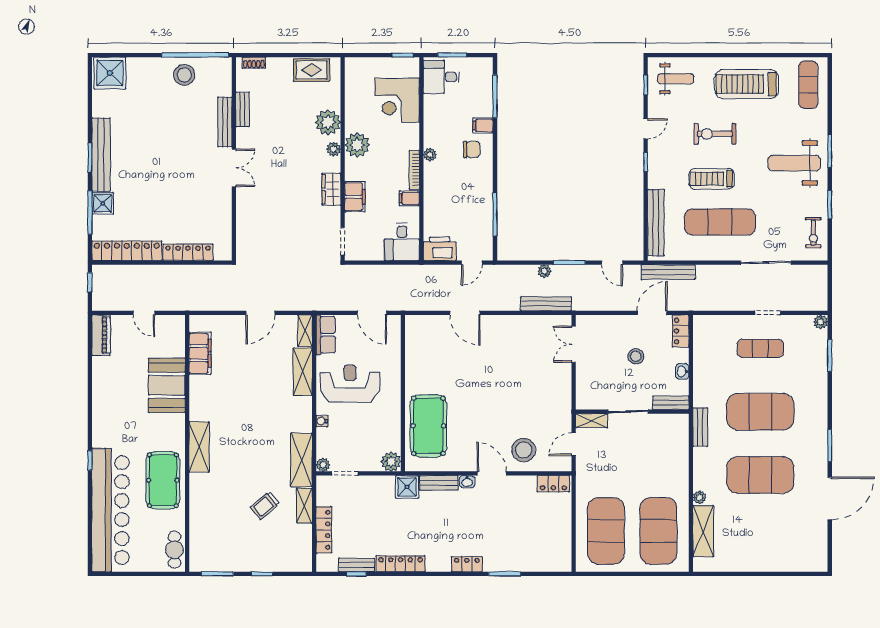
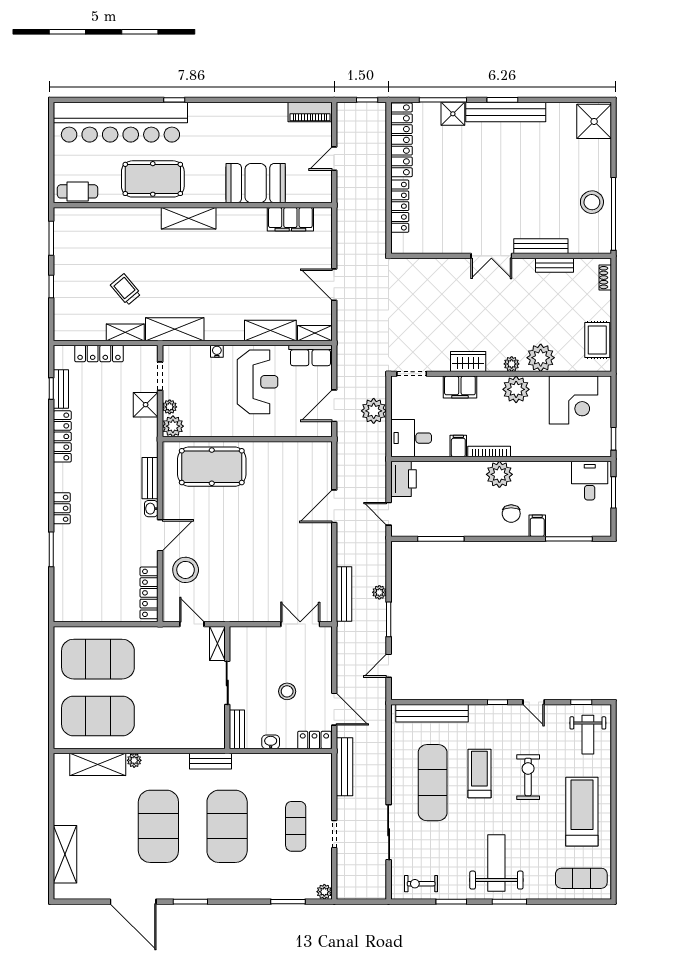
corner desk: (397, 100) -> (574, 400), moved, turned 180
plant: (430, 155) -> (499, 474), width x1.88, depth x1.88
bench: (668, 272) -> (345, 767), moved
plant: (377, 276) -> (374, 411), added
plant: (323, 465) -> (170, 407), moved
locker: (553, 484) -> (149, 593), width x1.53
shower: (407, 487) -> (146, 405), moved
shelving: (786, 561) -> (65, 854), added

